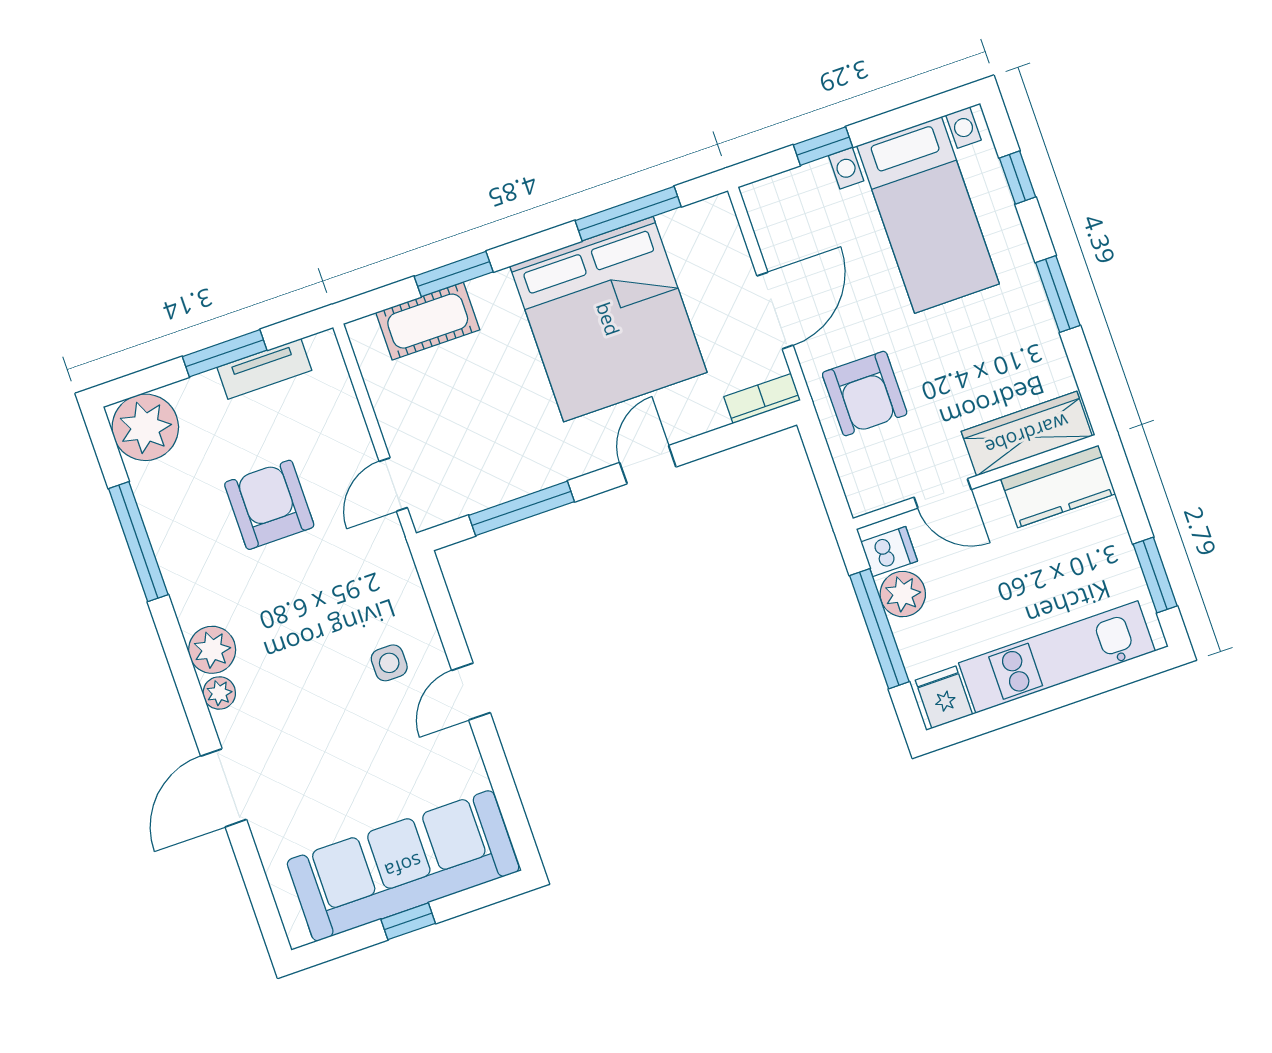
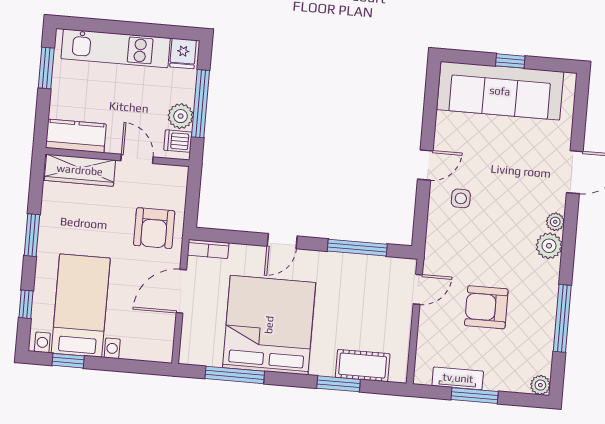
window: (823, 146) -> (68, 361), moved
armchair: (865, 394) -> (154, 228), turned 180
plant: (145, 427) -> (540, 385), width x0.53, depth x0.53
armchair: (269, 505) -> (486, 307), turned 90

